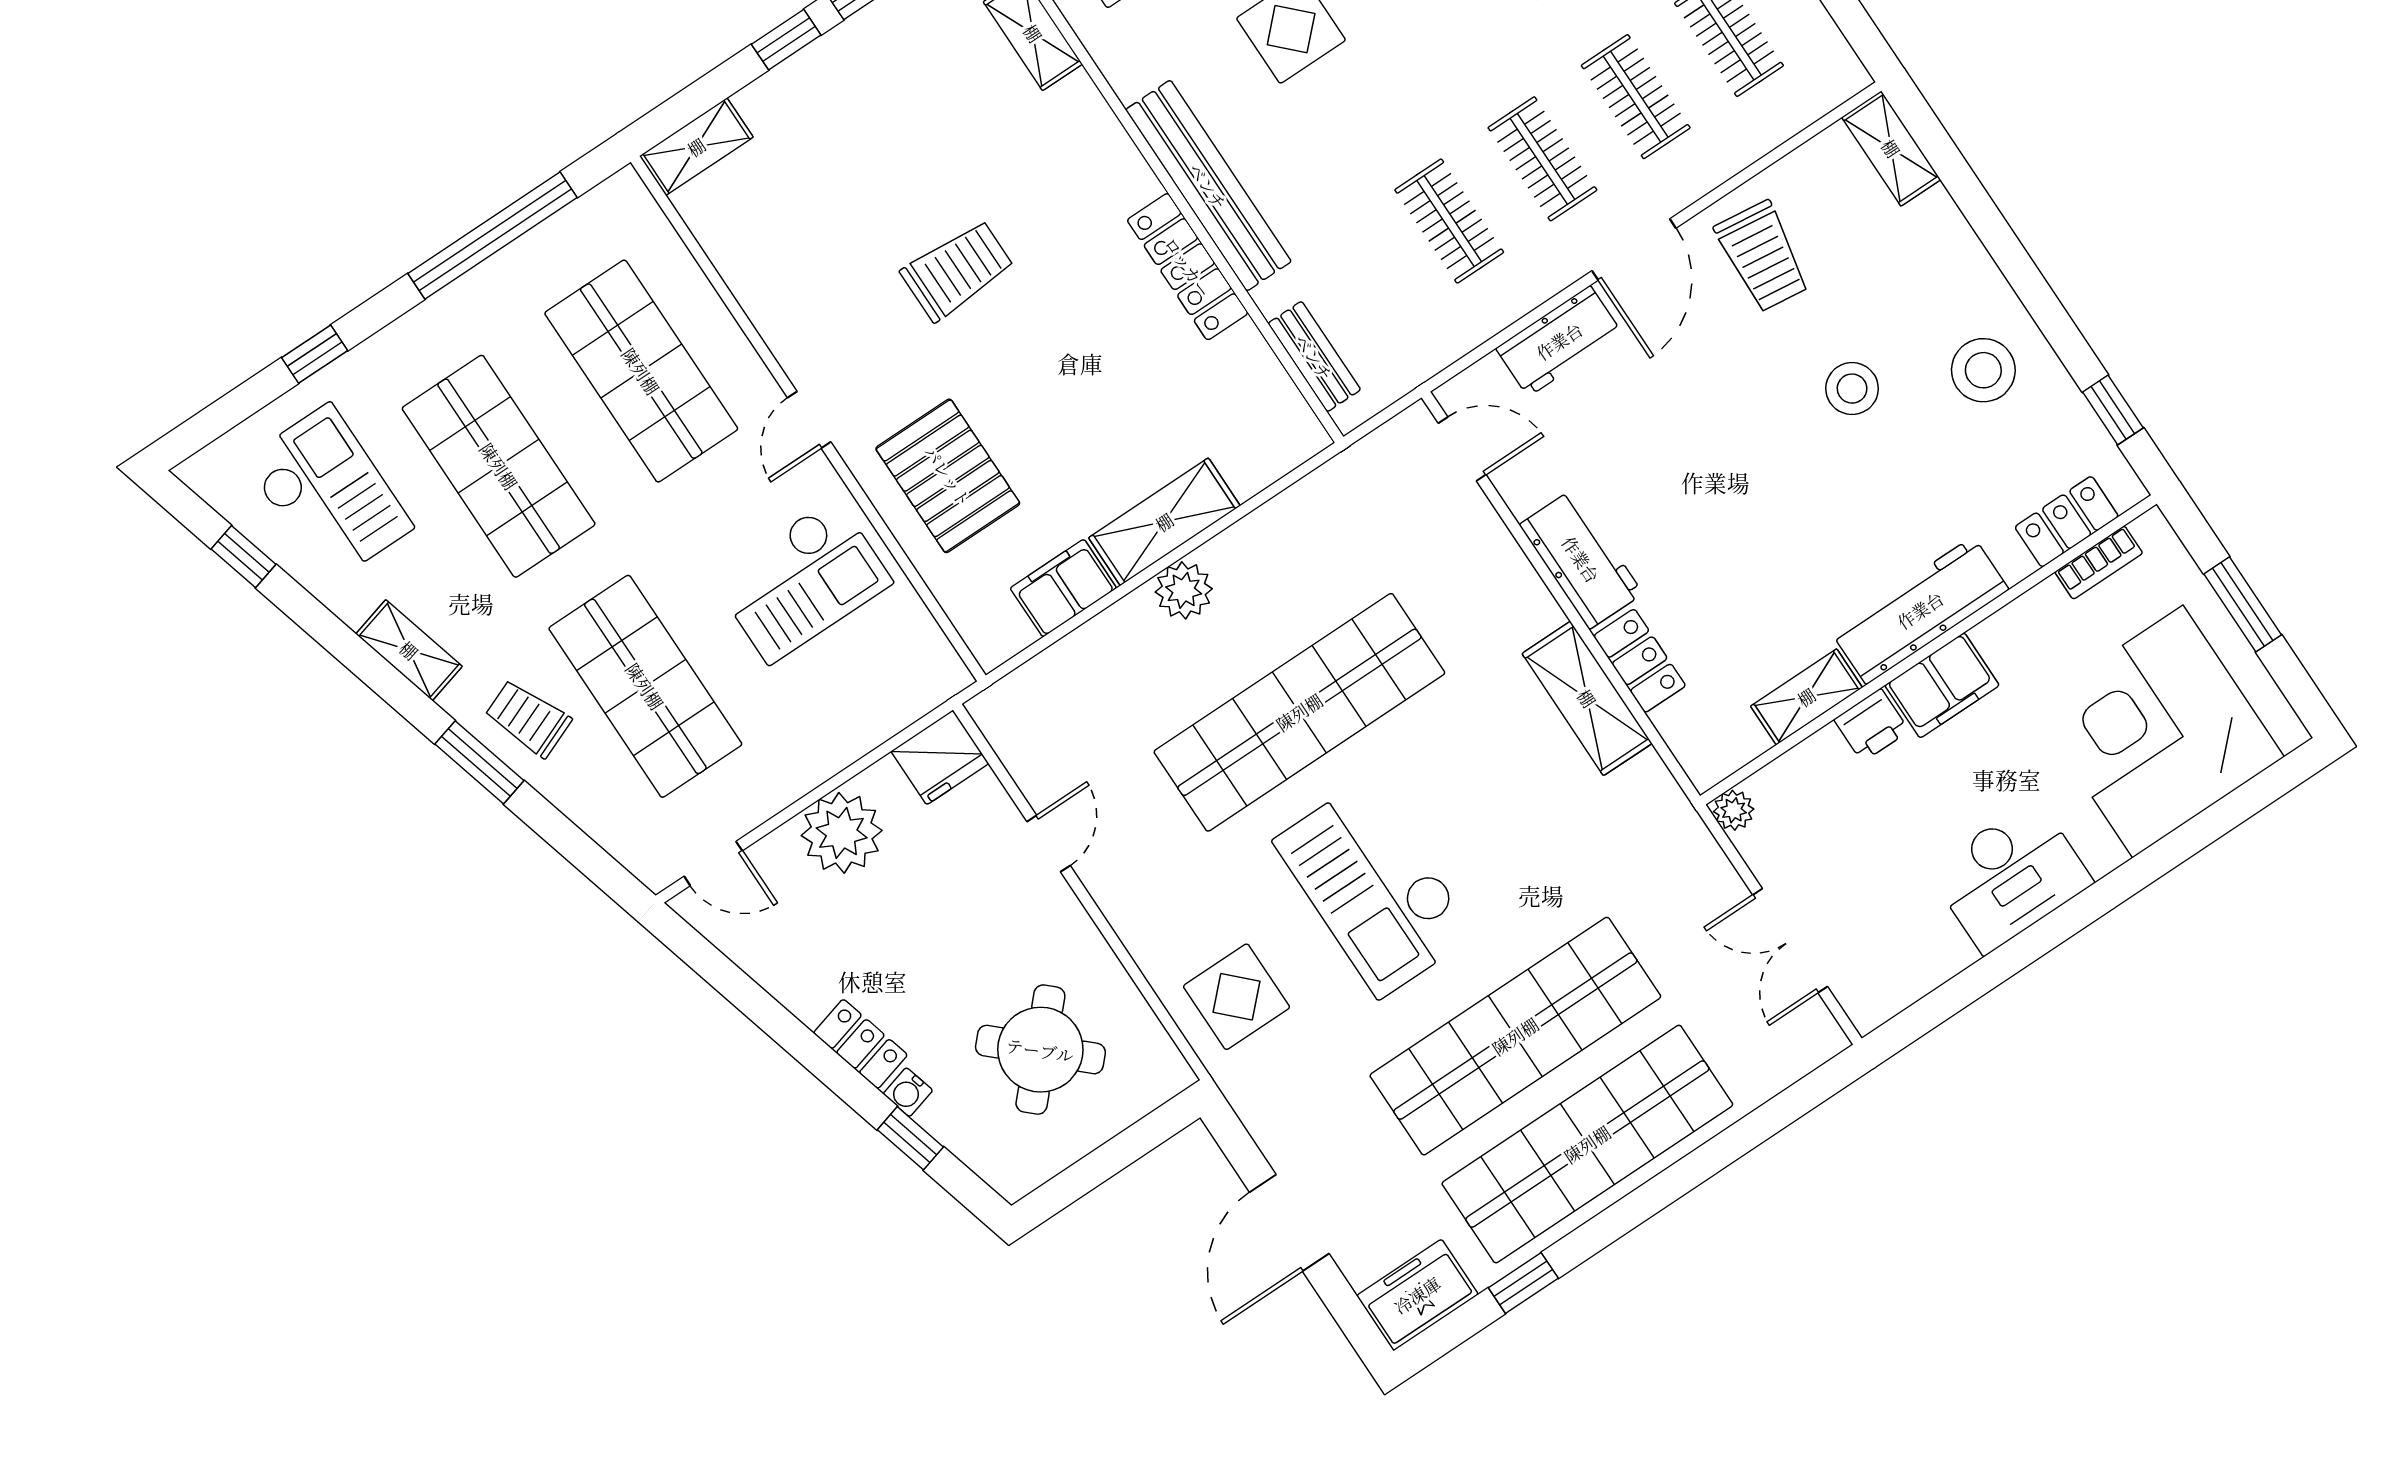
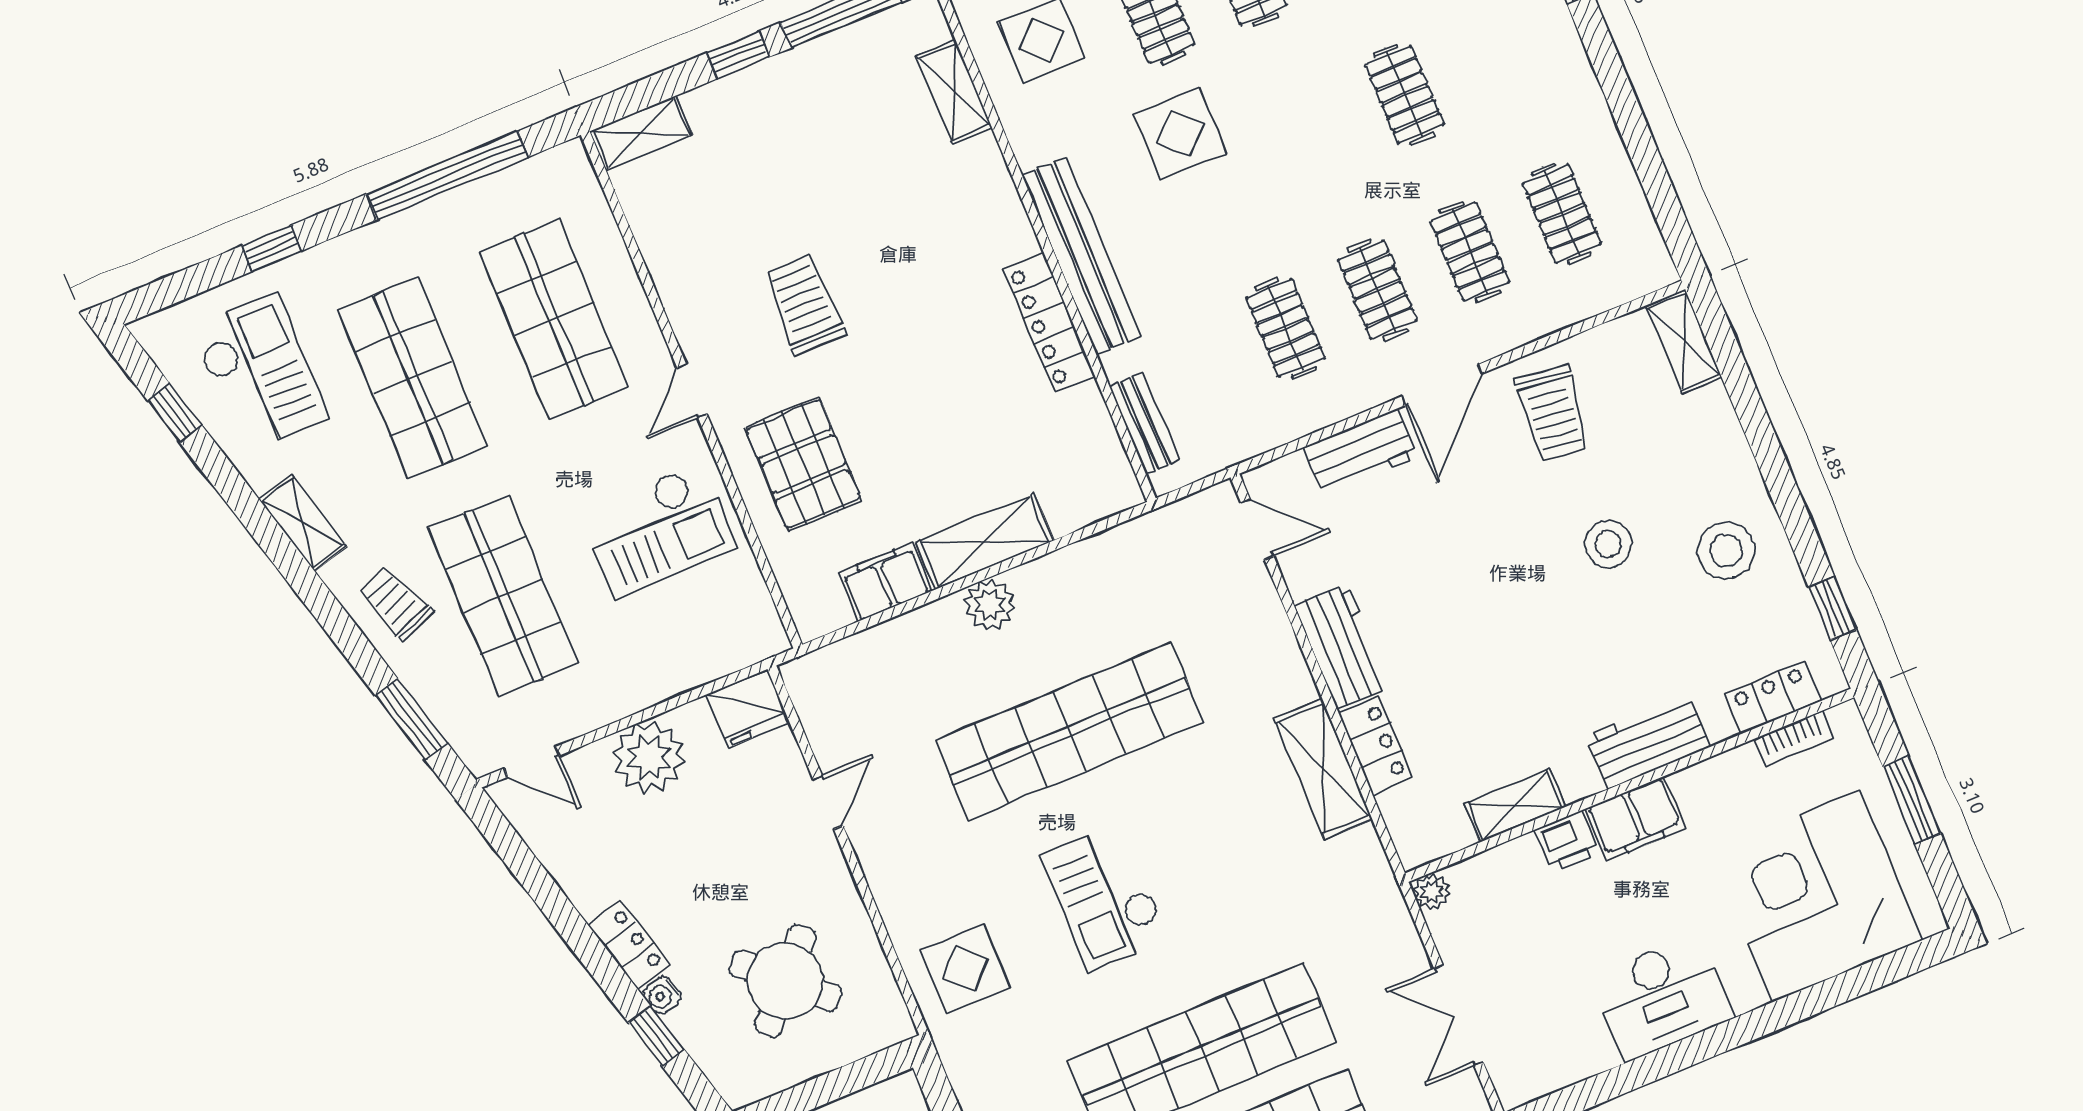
trolley: (957, 270) -> (804, 305), moved, turned -90
workbench: (1920, 610) -> (1648, 741), width x0.73
window: (479, 762) -> (411, 719), moved
checkout: (1375, 887) -> (1105, 897), width x0.73, depth x0.83

